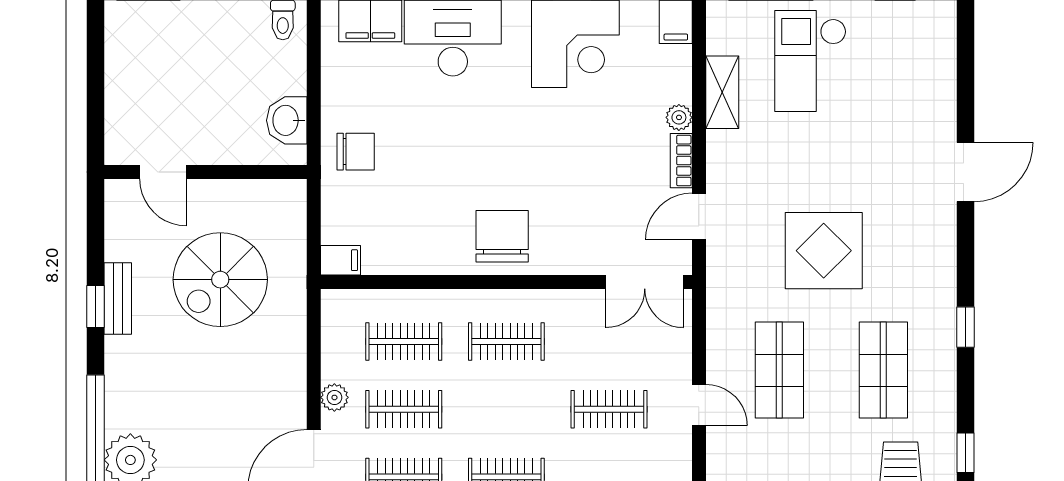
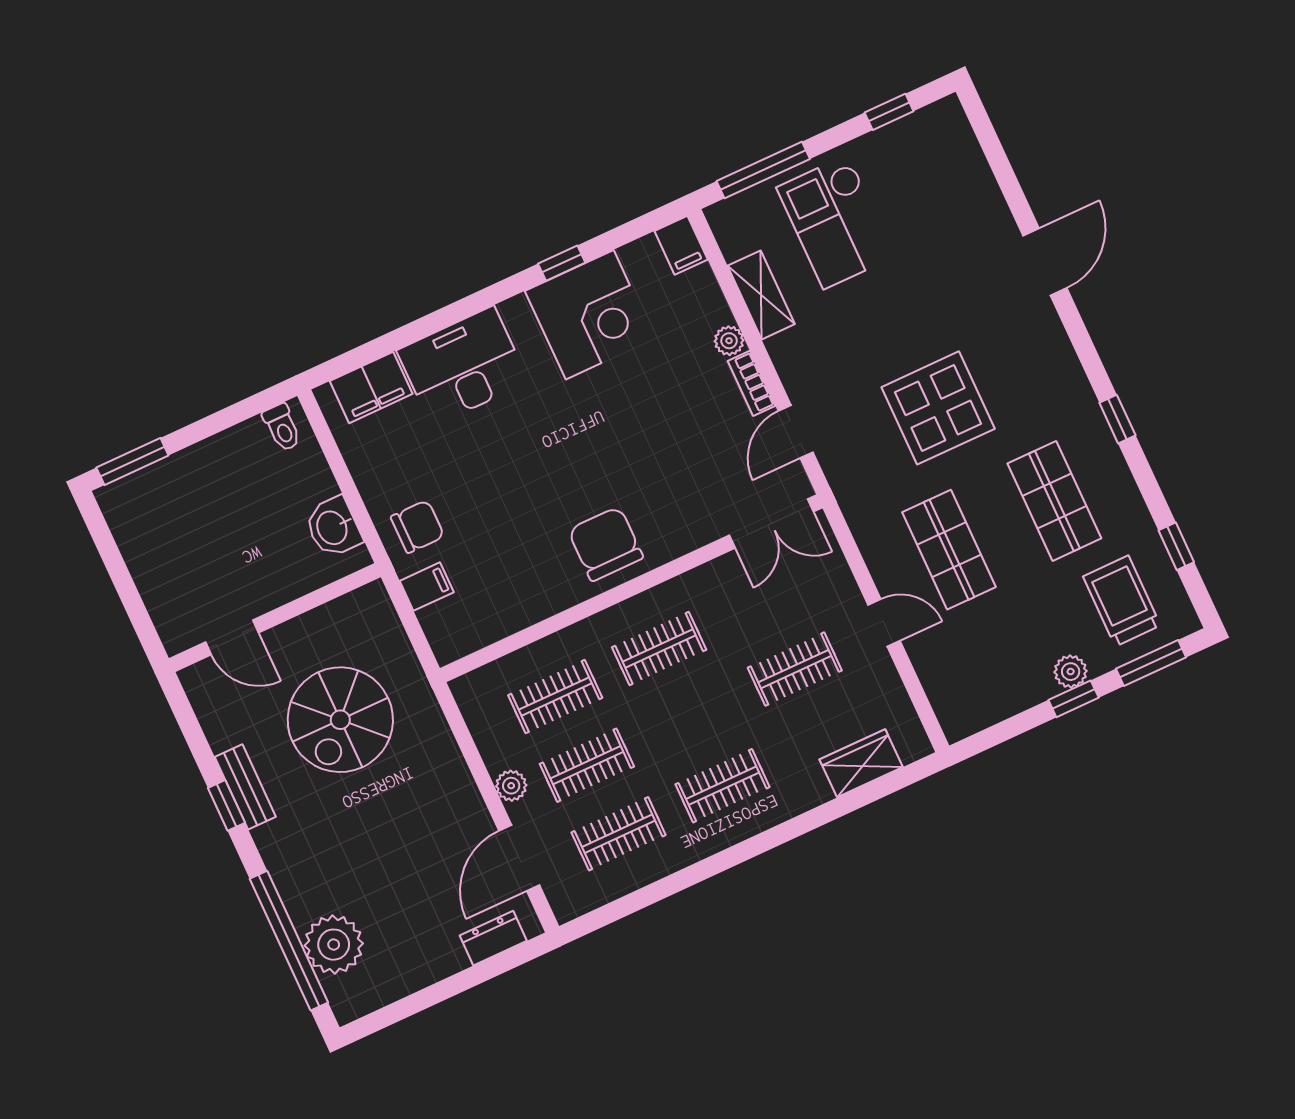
filing cabinet: (341, 260) -> (427, 587), moved

